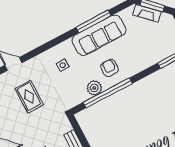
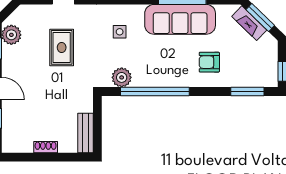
armchair: (110, 68) -> (209, 62), moved, turned -90
plant: (94, 88) -> (122, 77), moved

